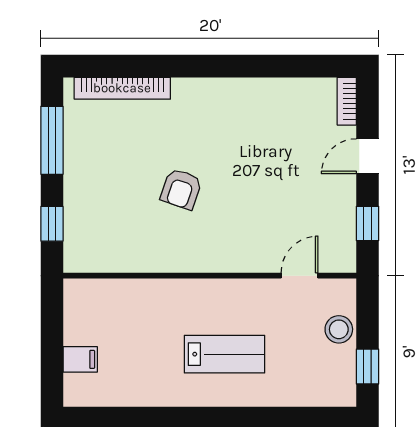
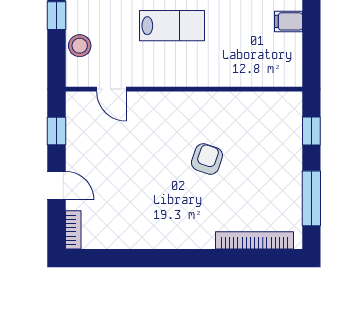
door: (367, 156) -> (57, 185), hinge flipped
door: (300, 276) -> (111, 89), hinge flipped
lab bench: (224, 354) -> (172, 26), turned 180

